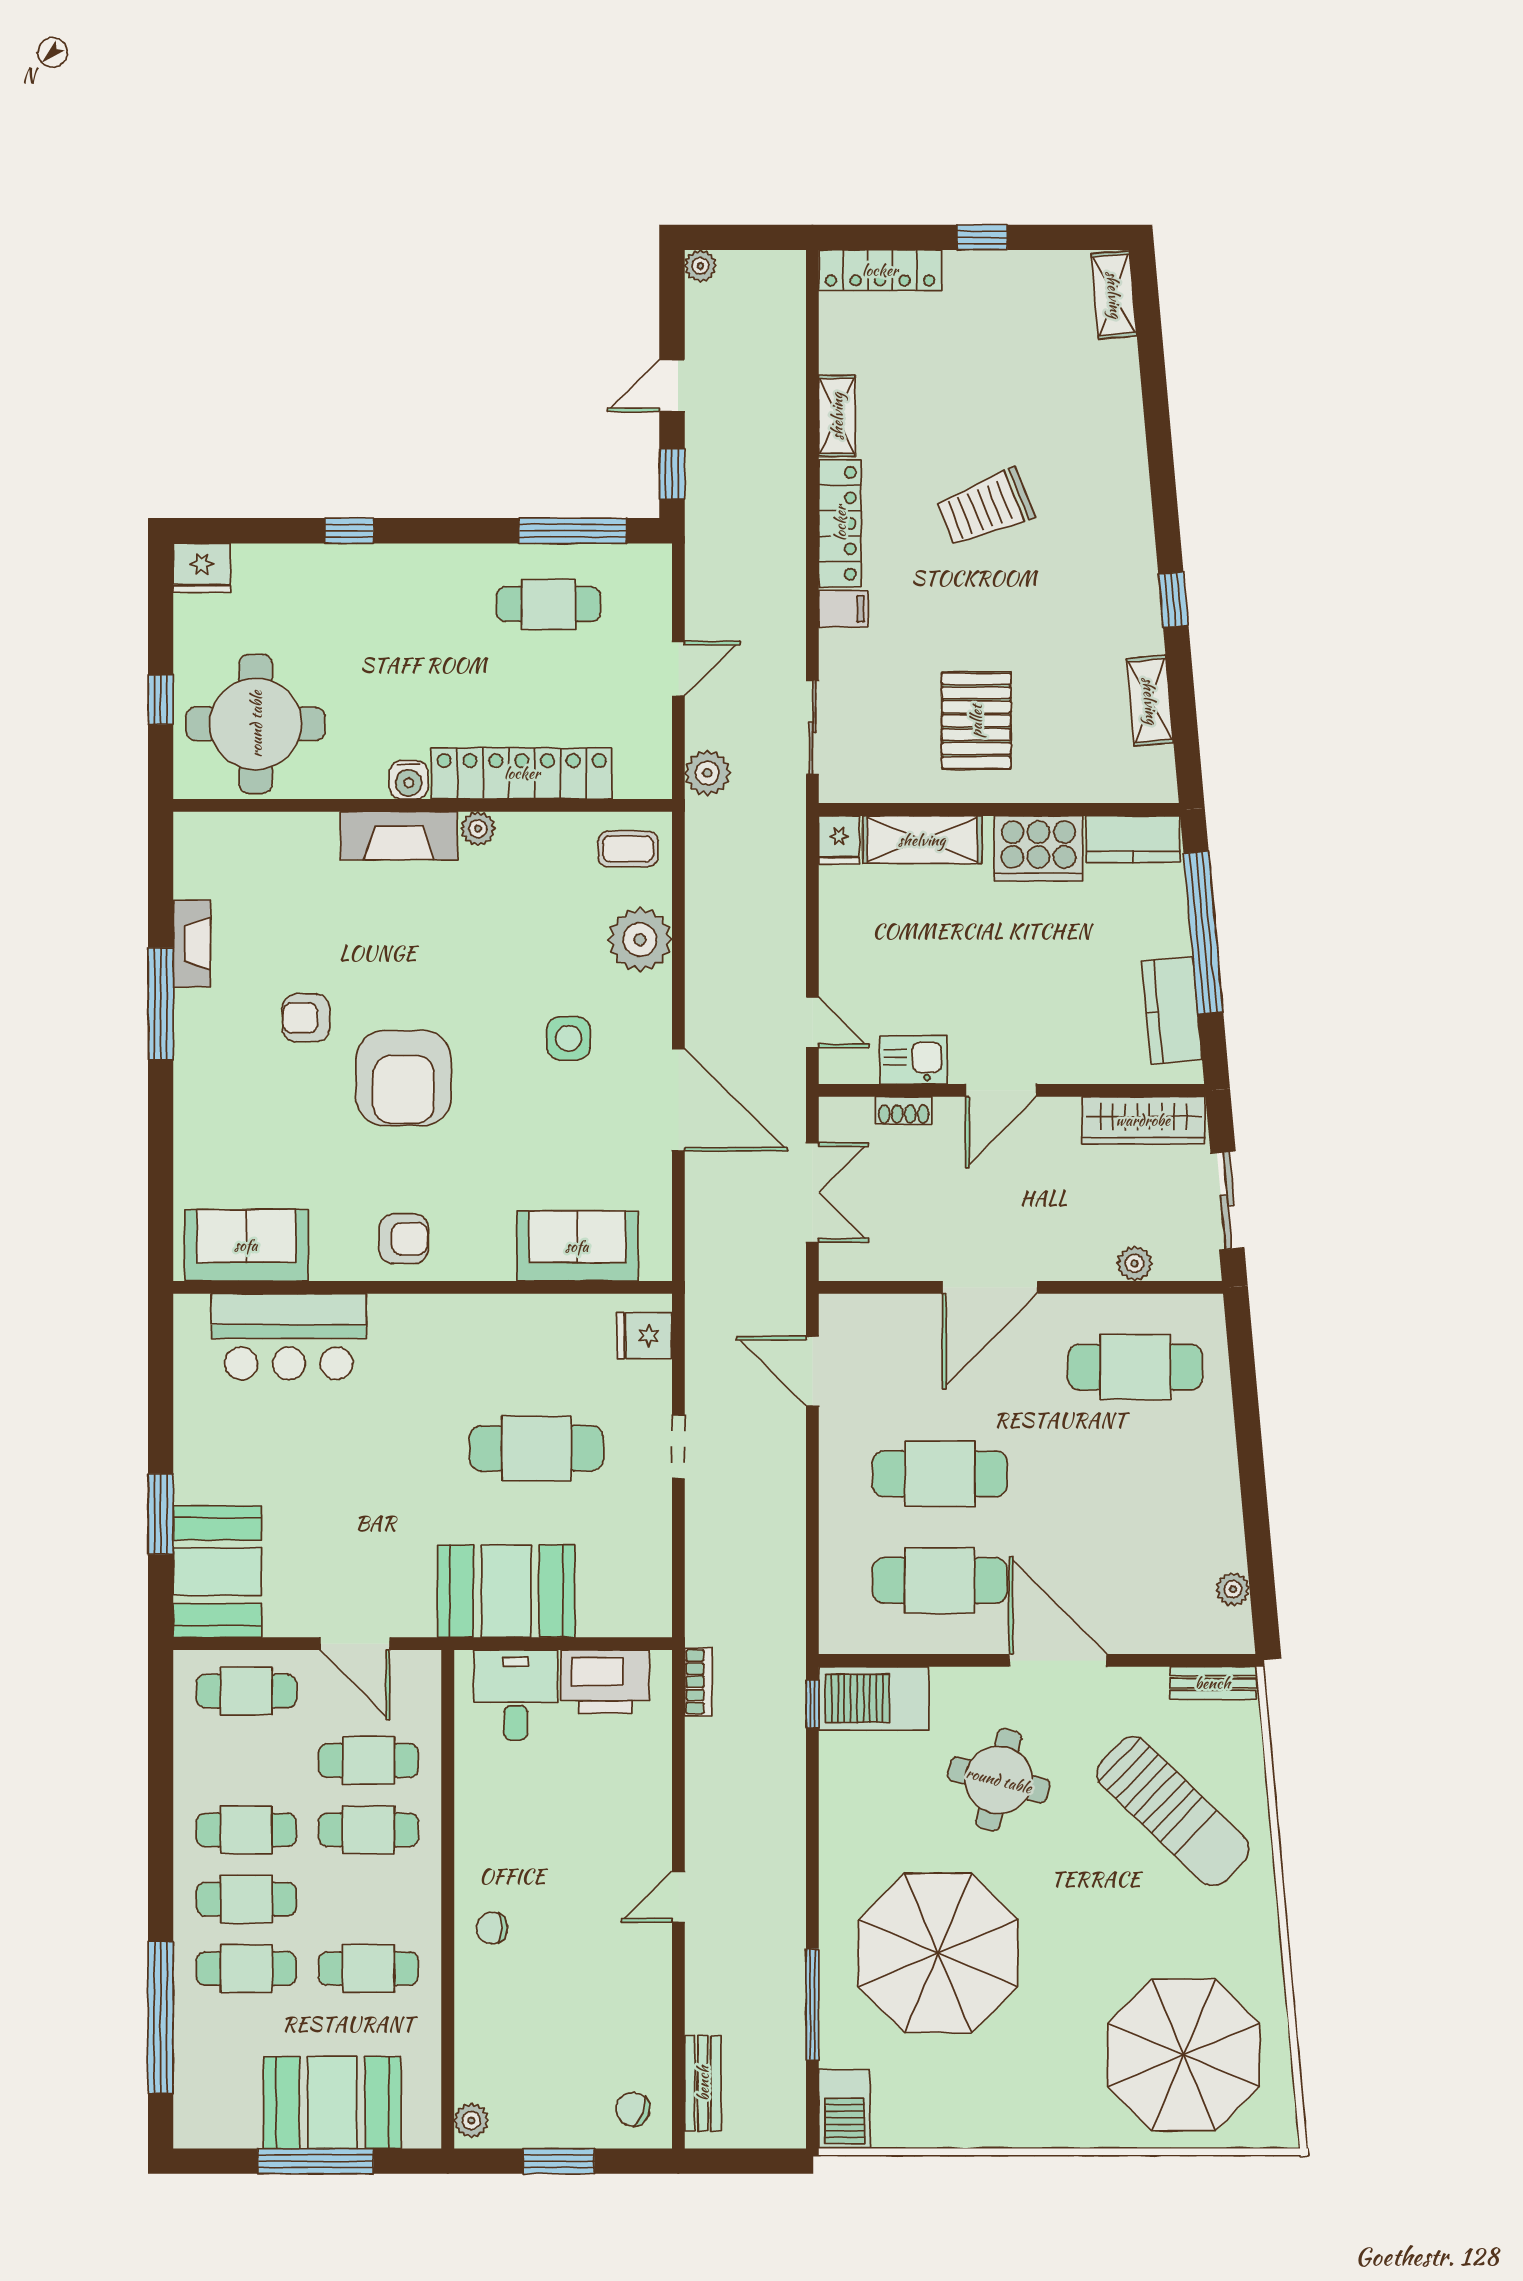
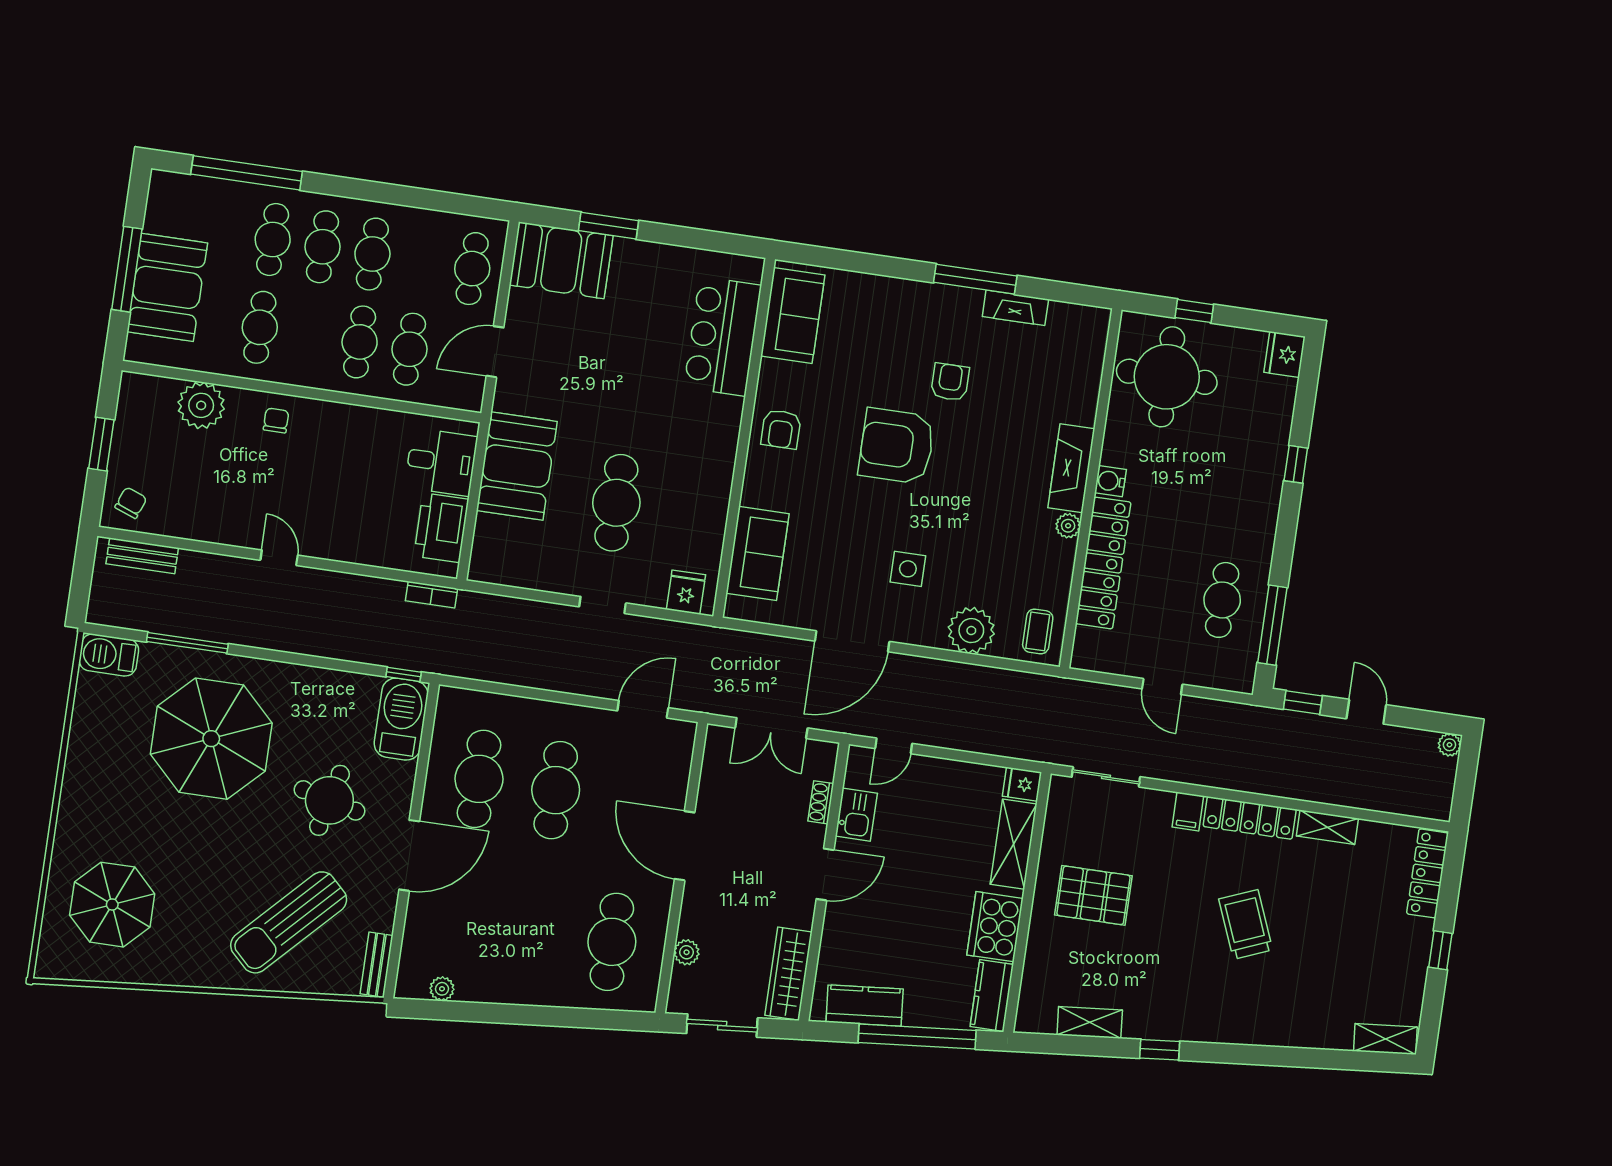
plant: (707, 773) -> (1084, 697), removed
door: (1001, 1090) -> (825, 874), swing flipped
parasol: (1184, 2055) -> (112, 905), width x0.73, depth x0.73
plant: (471, 2120) -> (201, 405), moved, width x1.87, depth x1.87

